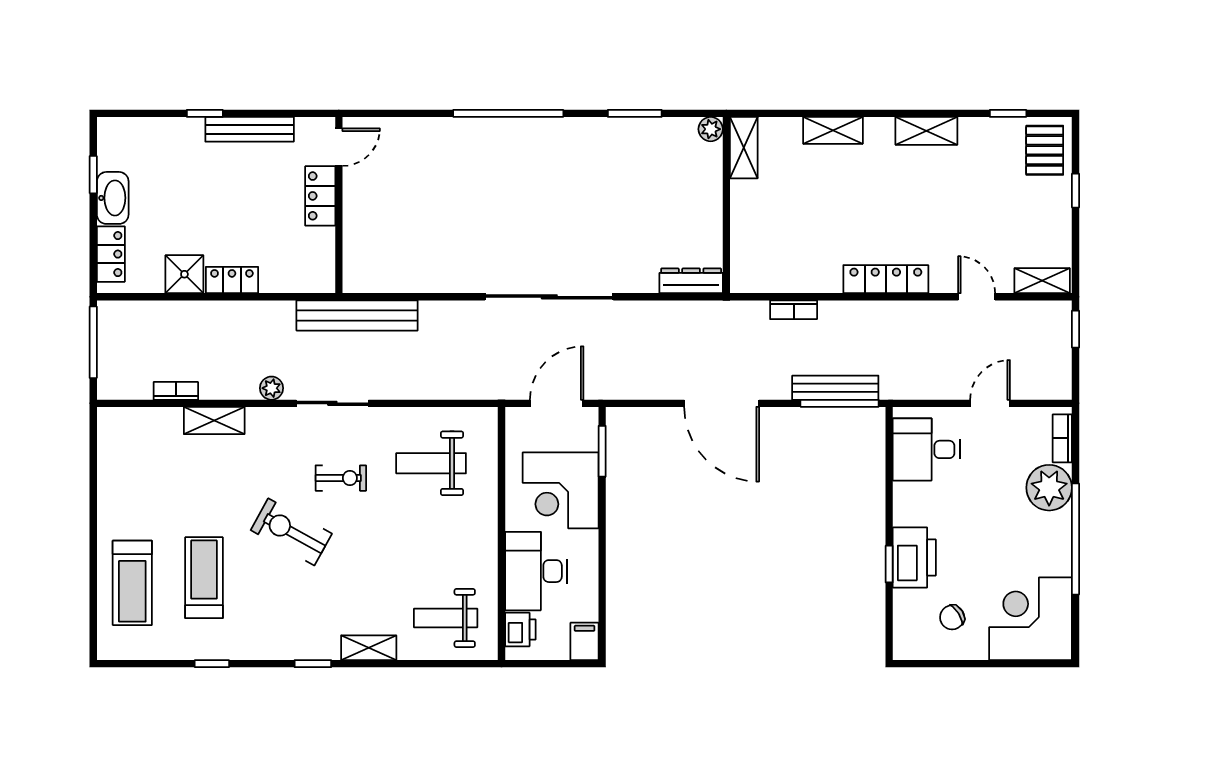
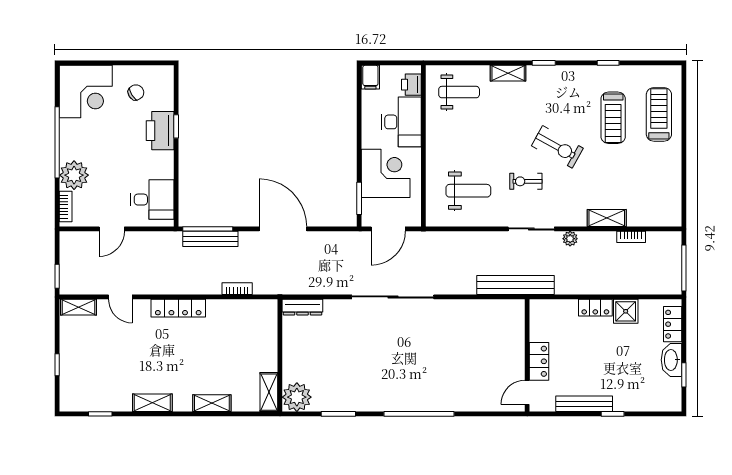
plant: (711, 129) -> (297, 397), width x1.88, depth x1.88
pallet: (1045, 150) -> (77, 390), removed

